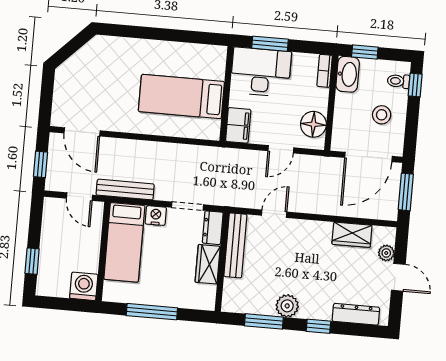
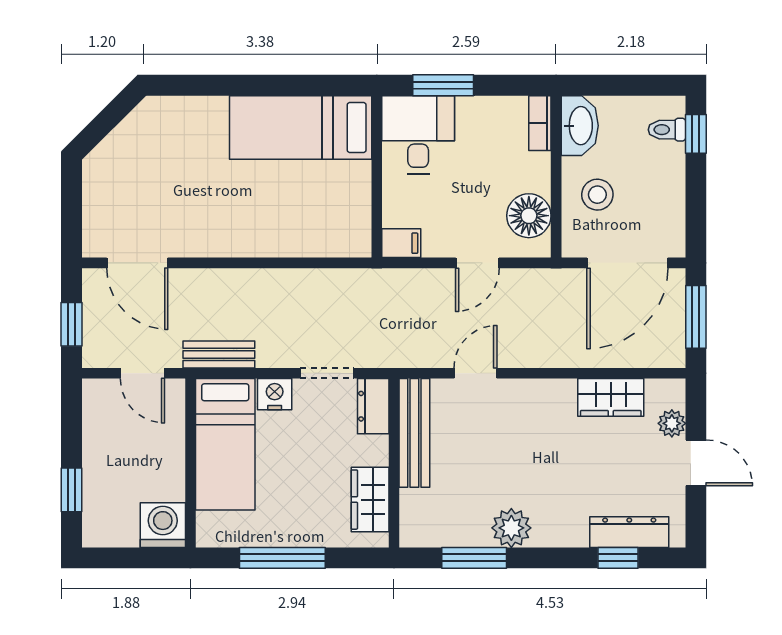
window: (365, 52) -> (605, 85), removed
desk: (261, 72) -> (418, 135), width x0.73
bed: (181, 97) -> (301, 127), moved
stool: (382, 115) -> (597, 195), moved
filing cabinet: (238, 125) -> (401, 243), width x0.50
bench: (125, 190) -> (219, 354), width x0.73
wardrobe: (208, 264) -> (370, 500), moved
window: (318, 326) -> (618, 558), moved

